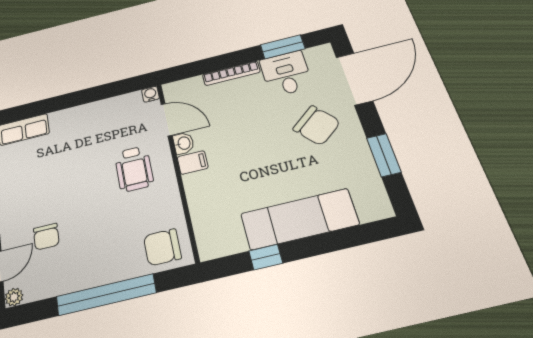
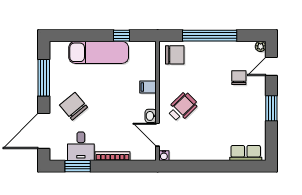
window: (384, 155) -> (44, 78), width x1.44
filing cabinet: (193, 162) -> (148, 87), moved
wheelchair: (134, 169) -> (182, 107), turned 45

